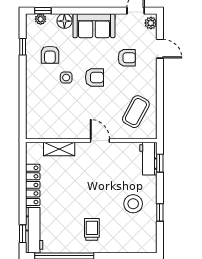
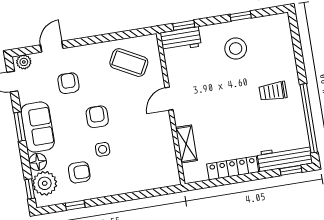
window: (97, 11) -> (20, 127), added
plant: (41, 19) -> (45, 183), width x1.88, depth x1.88

